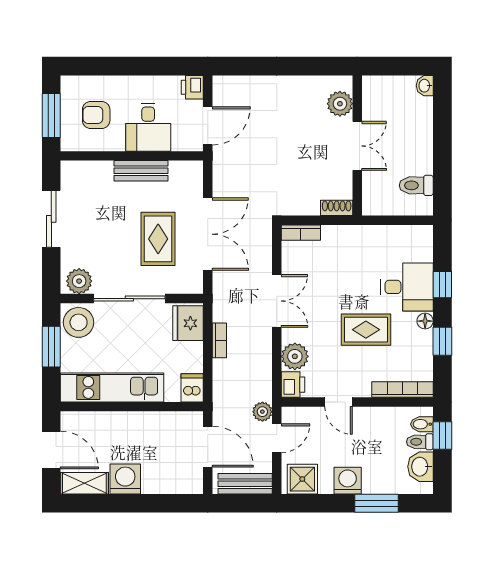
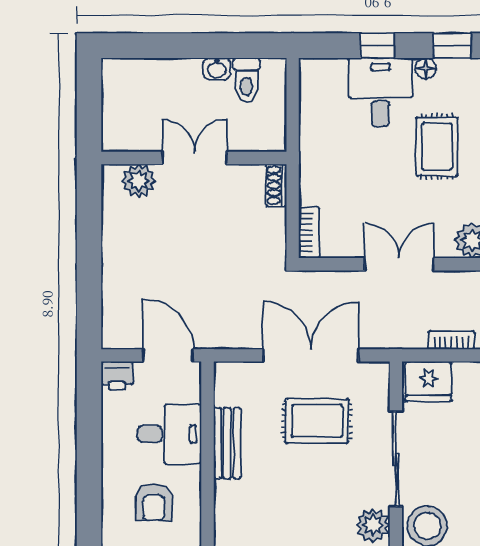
washbasin: (425, 86) -> (217, 69), moved

